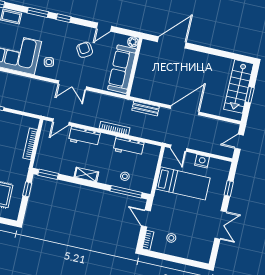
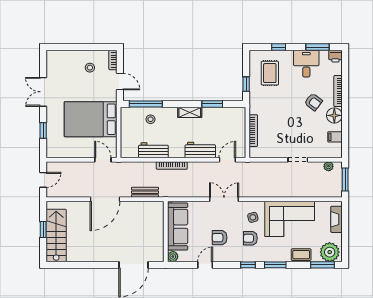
armchair: (56, 43) -> (250, 238), added
armchair: (85, 50) -> (220, 238), turned 121
nightstand: (202, 161) -> (76, 152), removed
window: (48, 174) -> (212, 104), moved
bed: (183, 183) -> (91, 119), width x1.50

